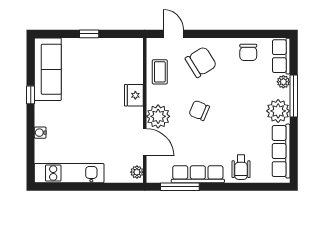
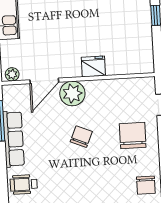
chair: (248, 52) -> (146, 185), turned -90
chair: (201, 62) -> (133, 135), turned -148
coffee table: (160, 72) -> (120, 92), removed

